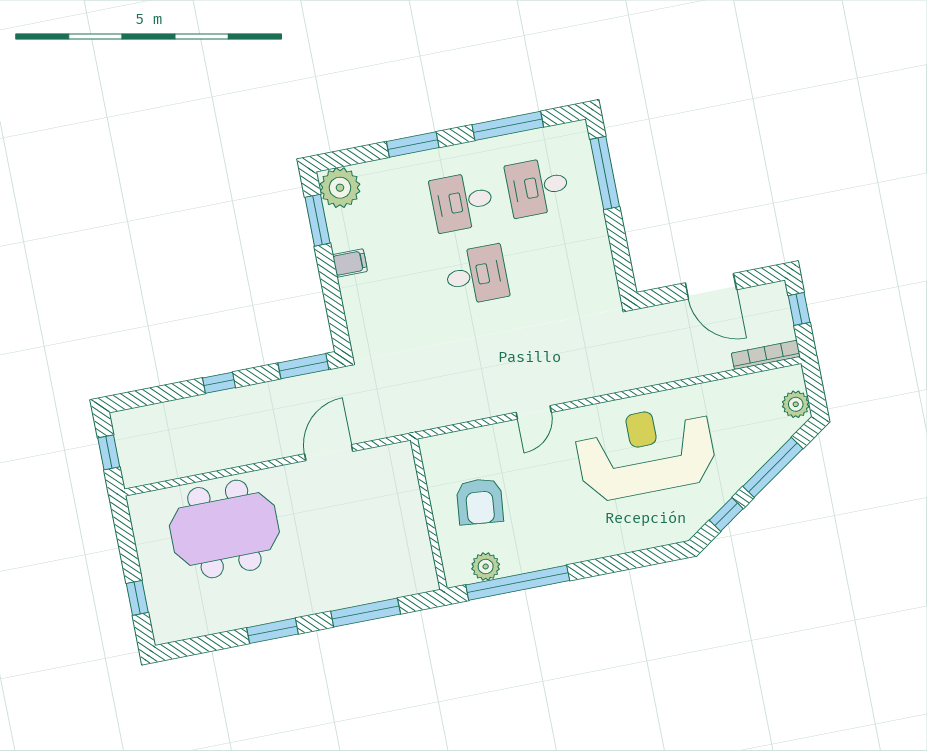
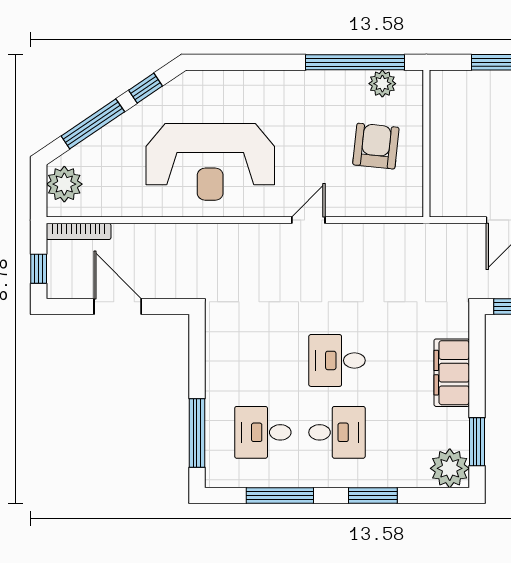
desk: (538, 187) -> (263, 432), turned 180
filing cabinet: (350, 263) -> (452, 373), width x3.00, depth x1.17
plant: (796, 404) -> (64, 184), width x1.36, depth x1.36

